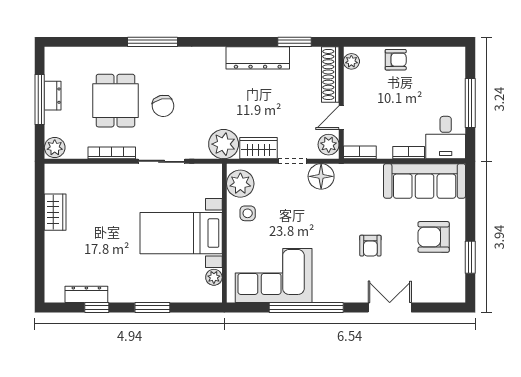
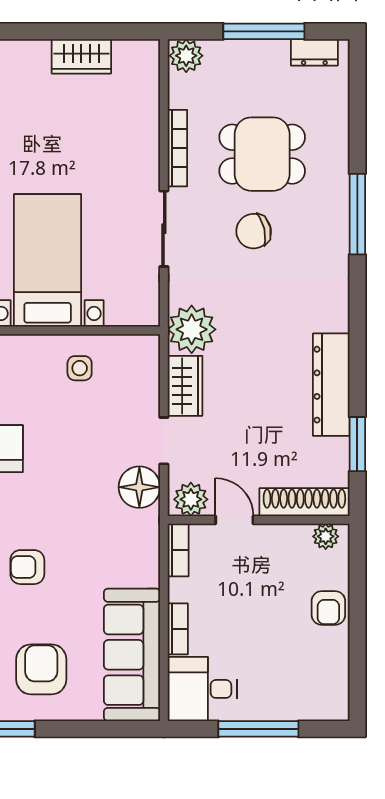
dresser: (53, 96) -> (314, 52), moved
plant: (240, 184) -> (128, 356), removed

